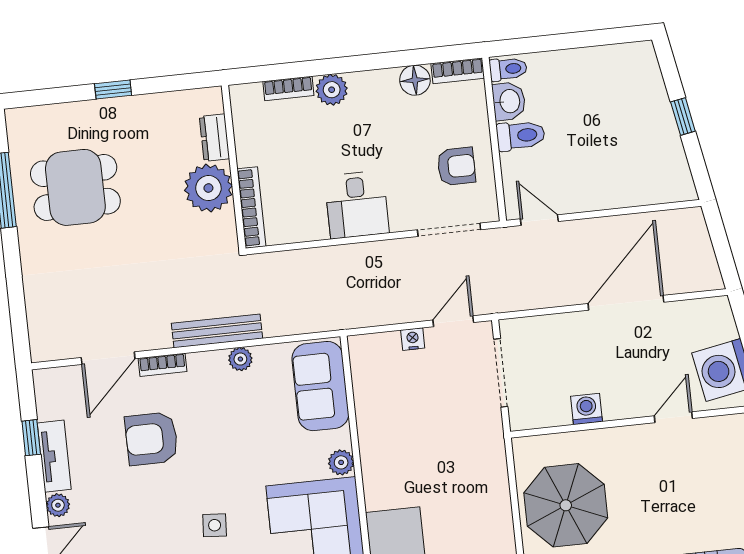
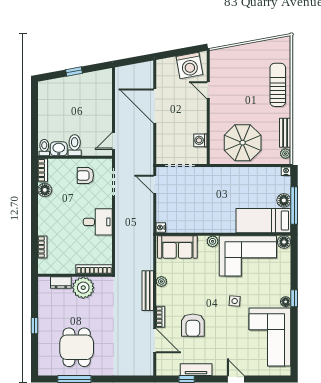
plant: (332, 90) -> (45, 228), removed
armchair: (456, 166) -> (85, 175), turned -90
nightstand: (413, 339) -> (161, 228), moved
washing machine: (587, 409) -> (200, 140), moved
plant: (58, 505) -> (218, 370), removed

